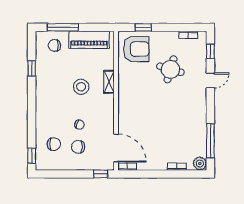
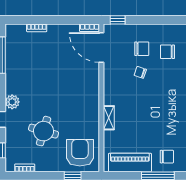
armchair: (136, 49) -> (80, 153), turned 90
stool: (81, 87) -> (138, 113), removed
plant: (200, 164) -> (12, 102), moved

